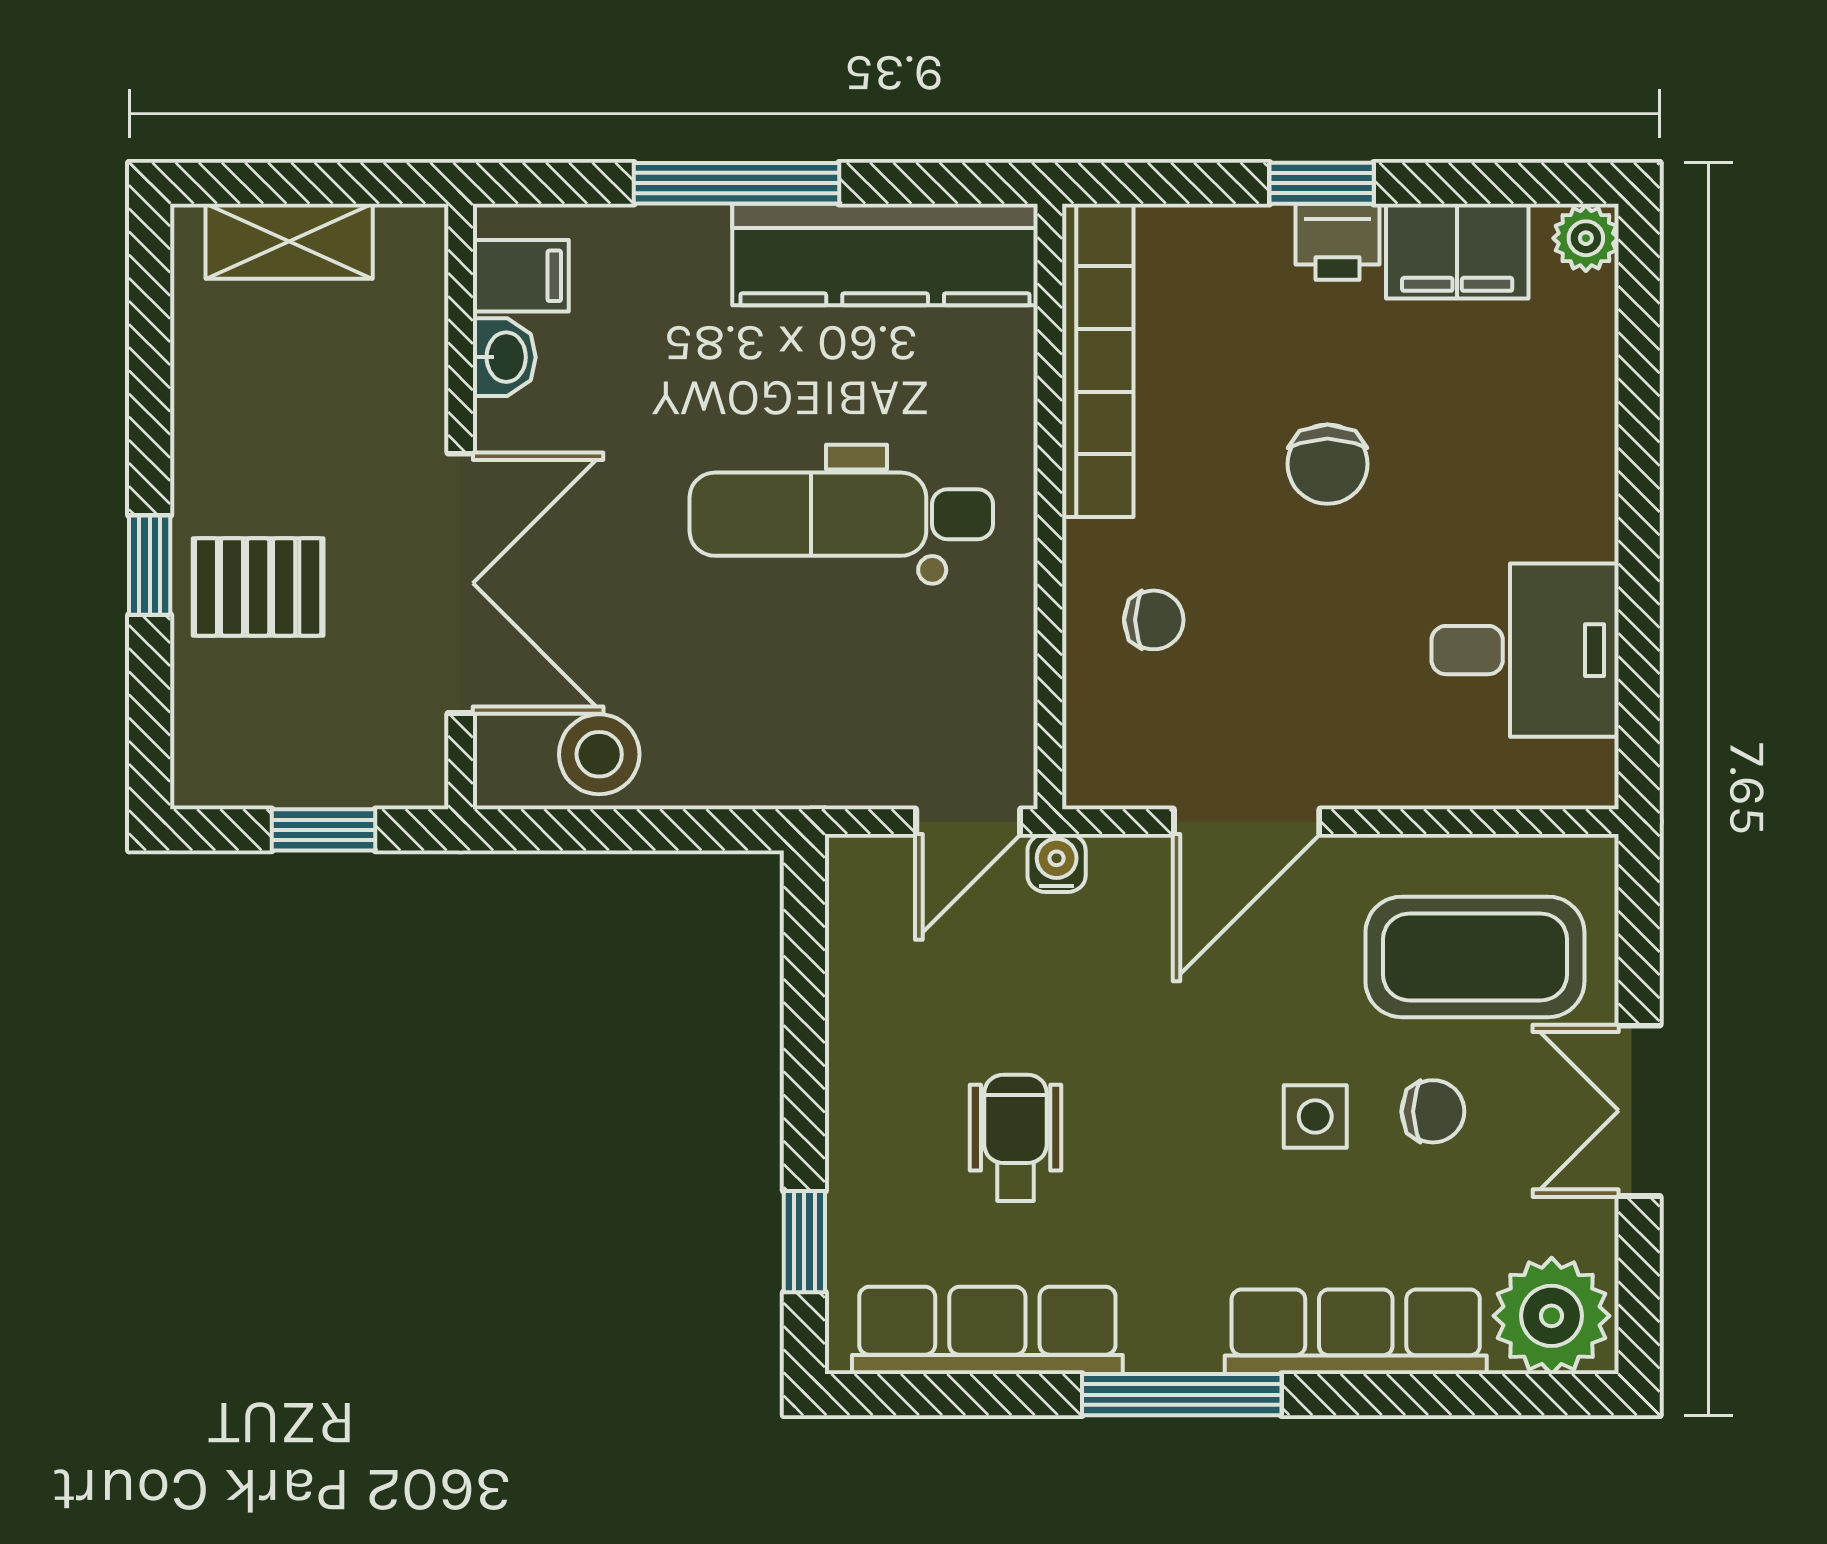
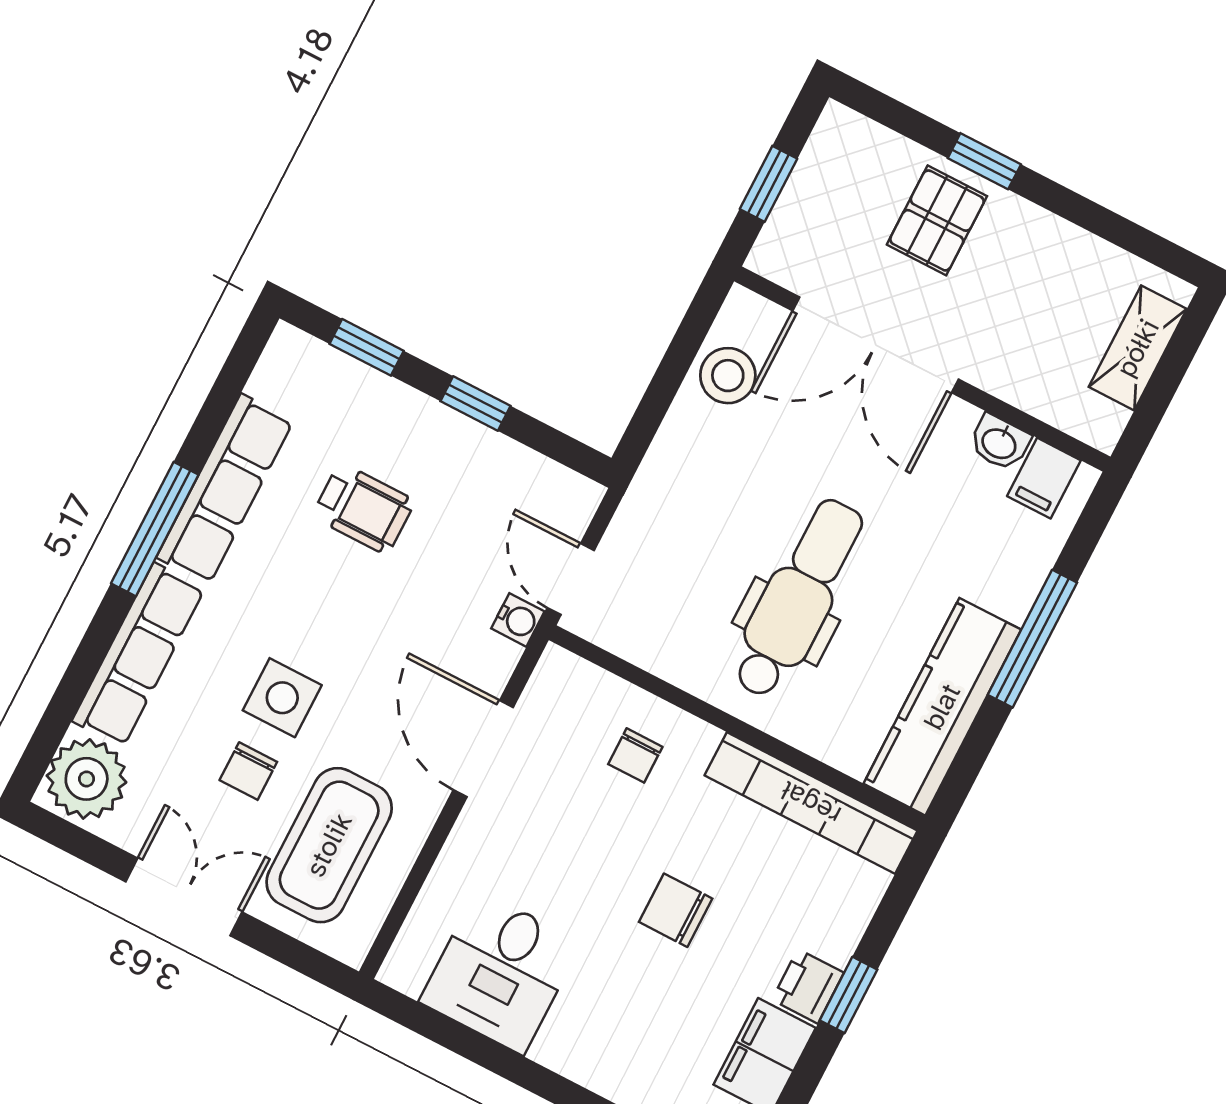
window: (804, 1063) -> (475, 404), added
side table: (1315, 1116) -> (282, 698), width x1.37, depth x1.37
row of seats: (987, 1330) -> (225, 489), moved

